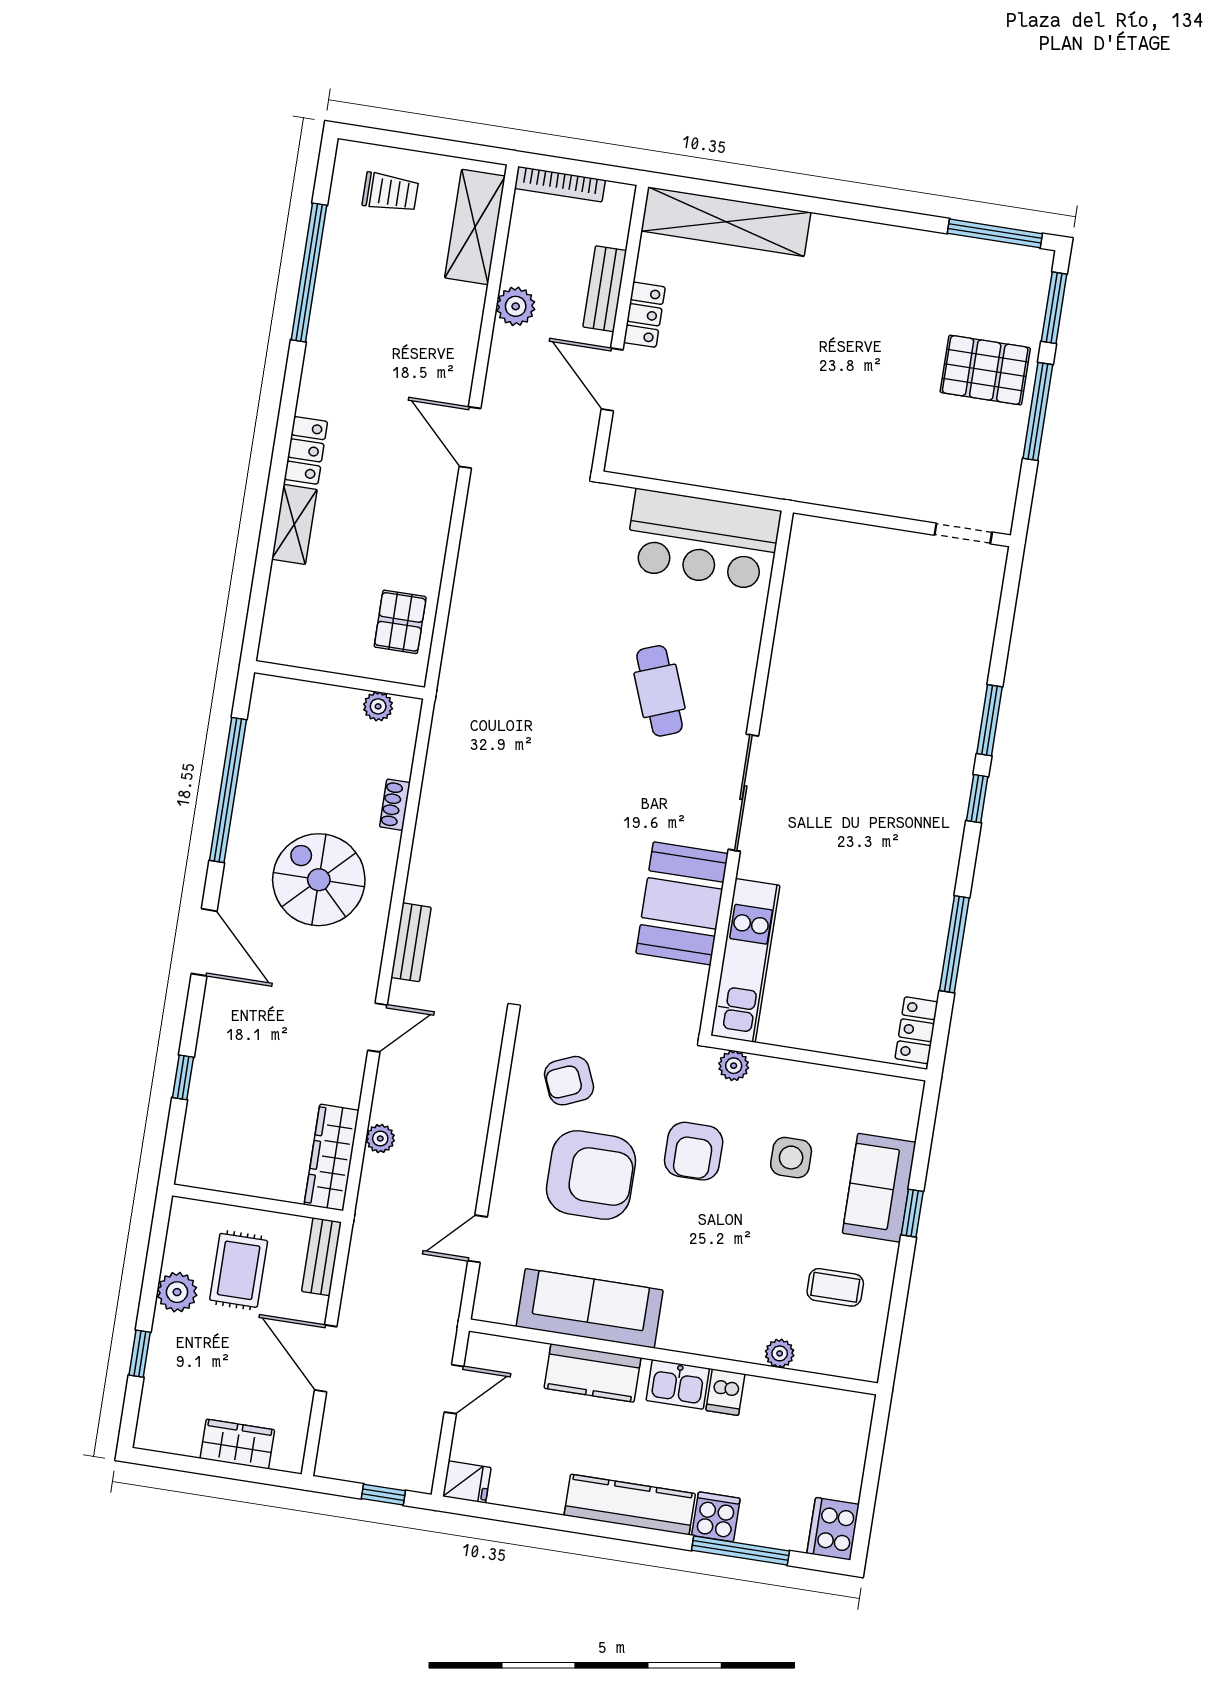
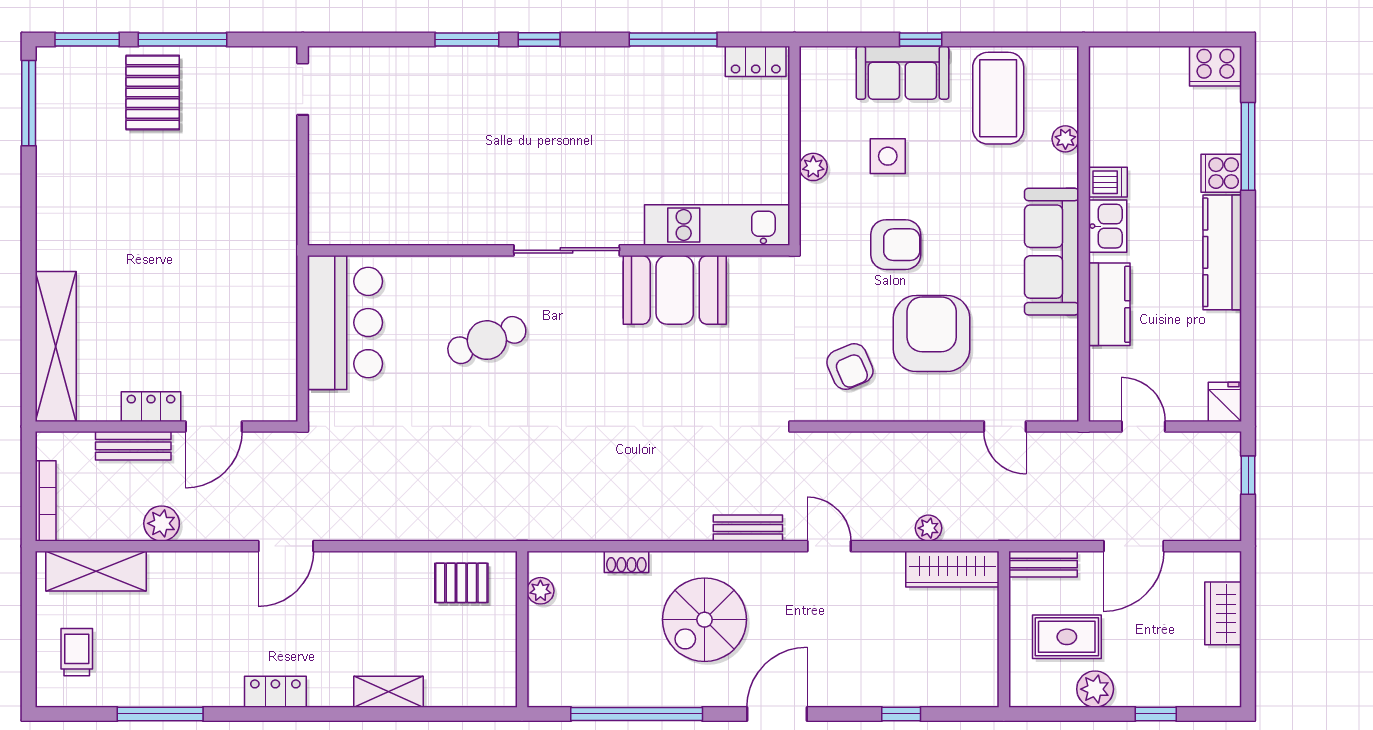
window: (309, 272) -> (160, 714), width x0.68
locker: (306, 450) -> (275, 692), moved
plant: (734, 1066) -> (813, 167), moved
coffee table: (835, 1287) -> (998, 98), width x1.86, depth x1.72
sofa: (590, 1308) -> (1052, 252), moved

